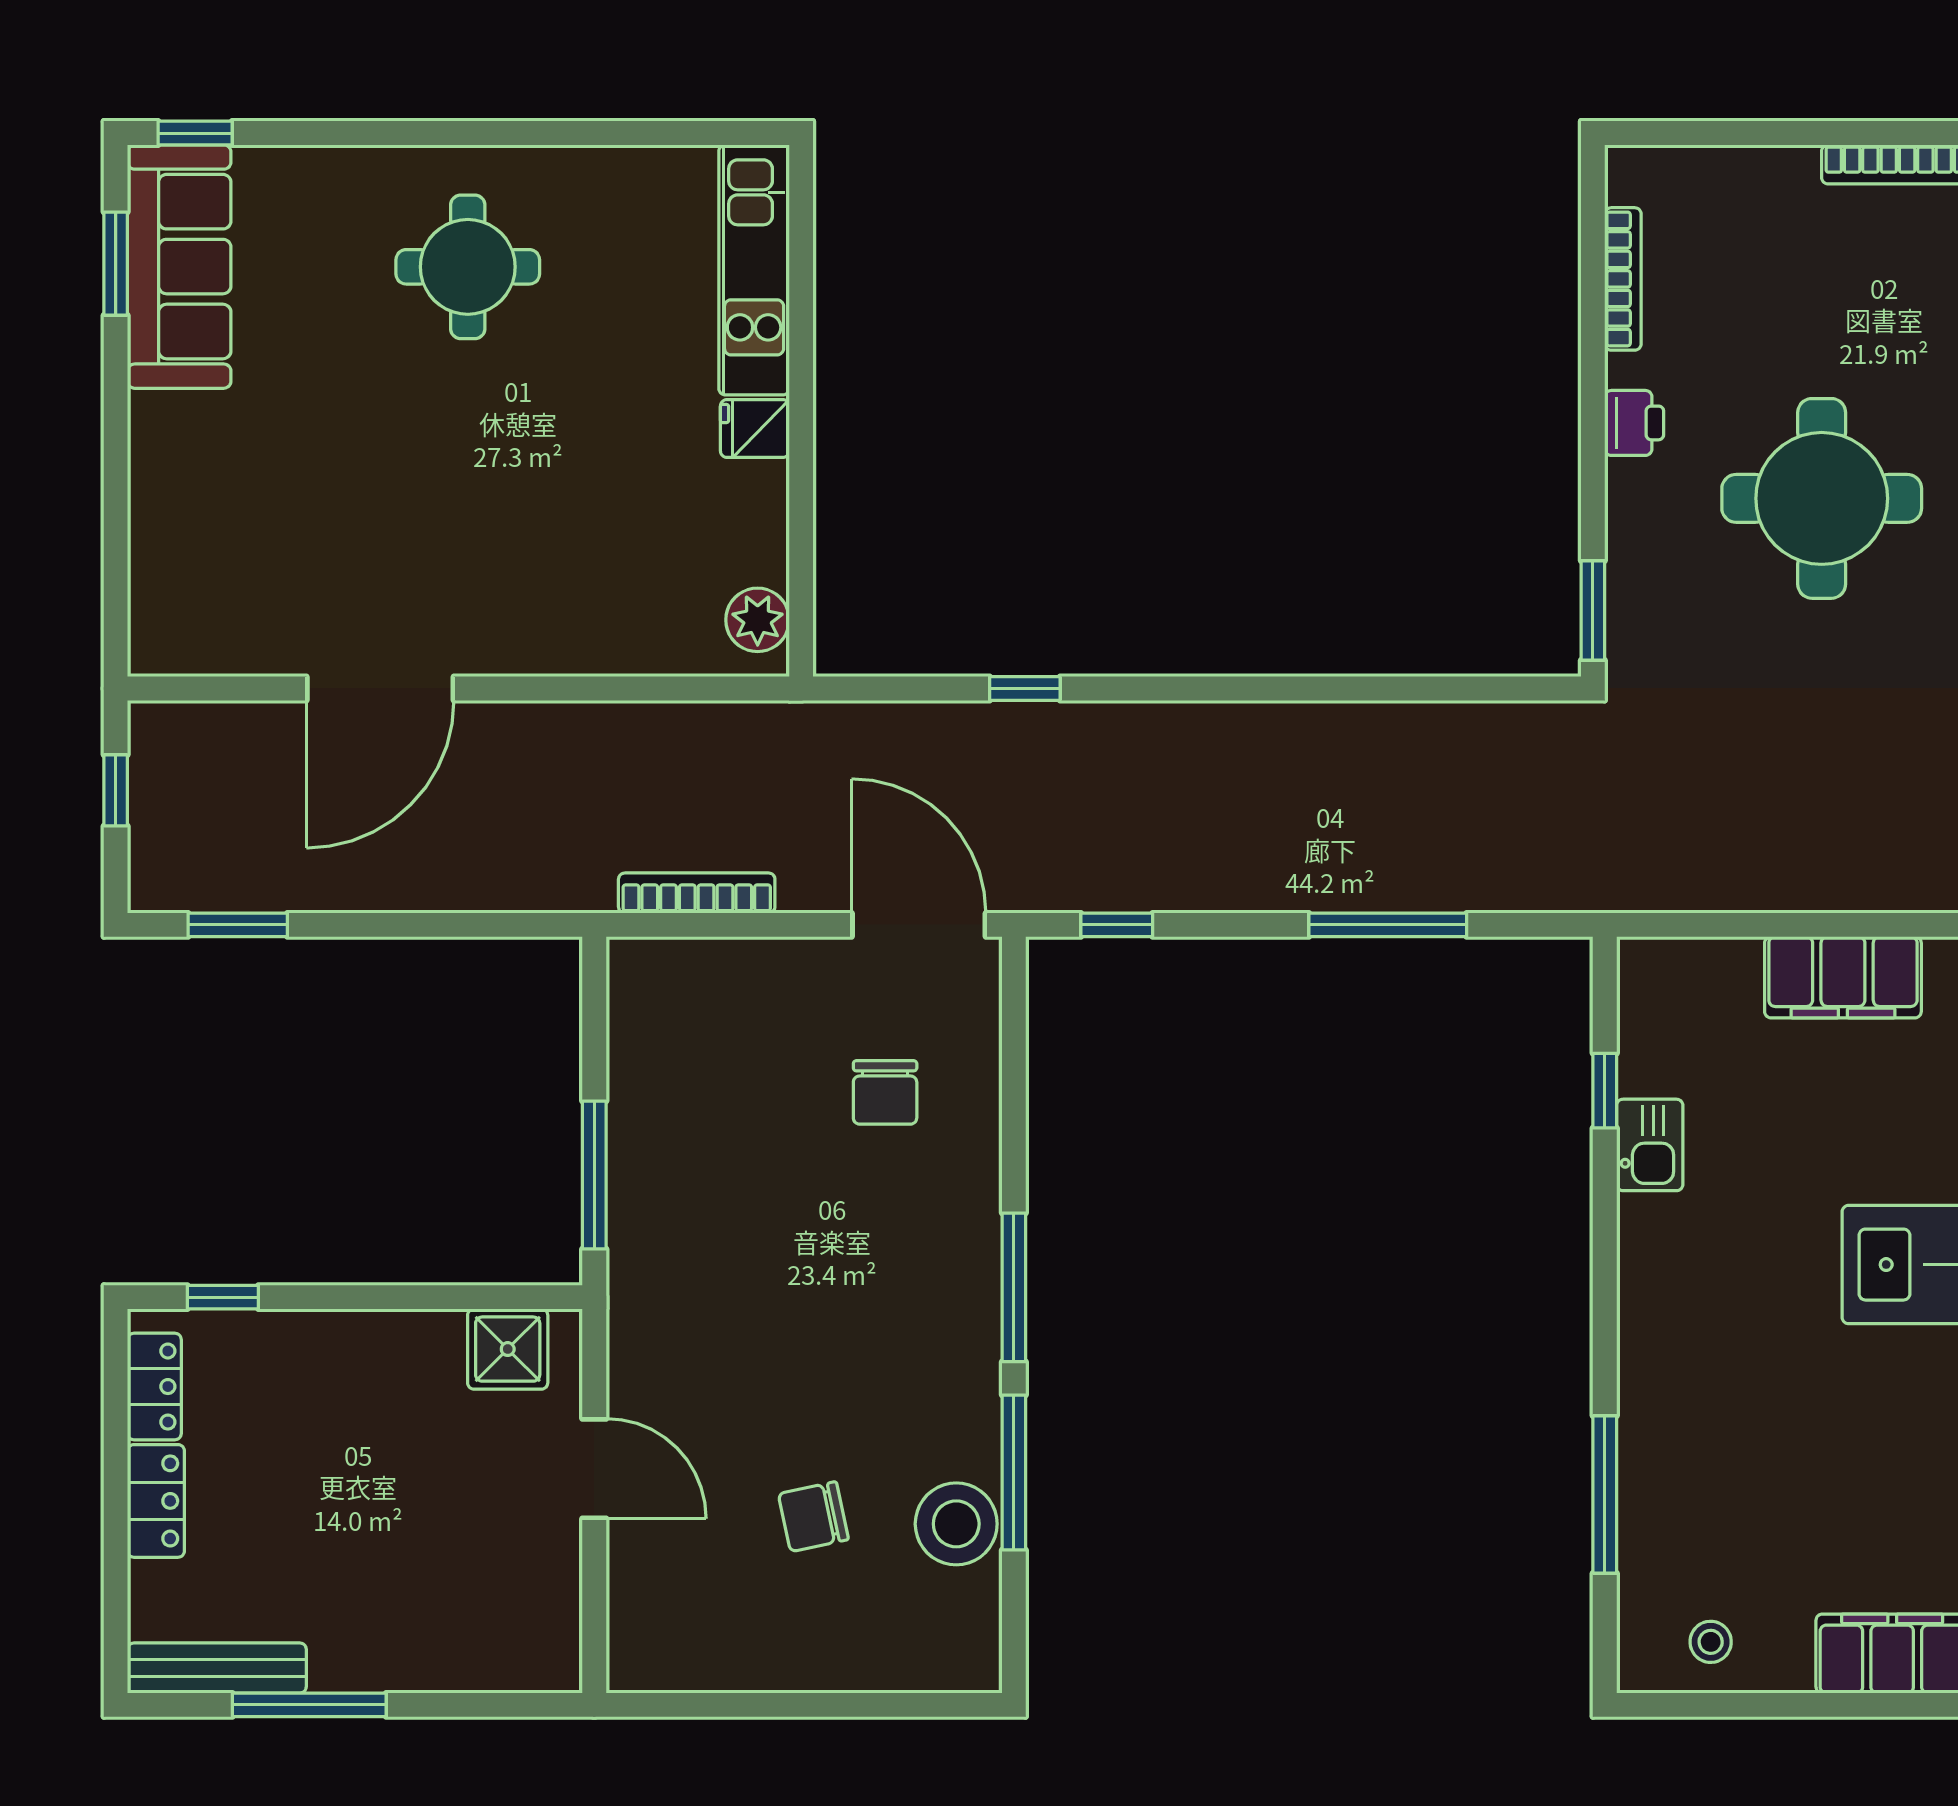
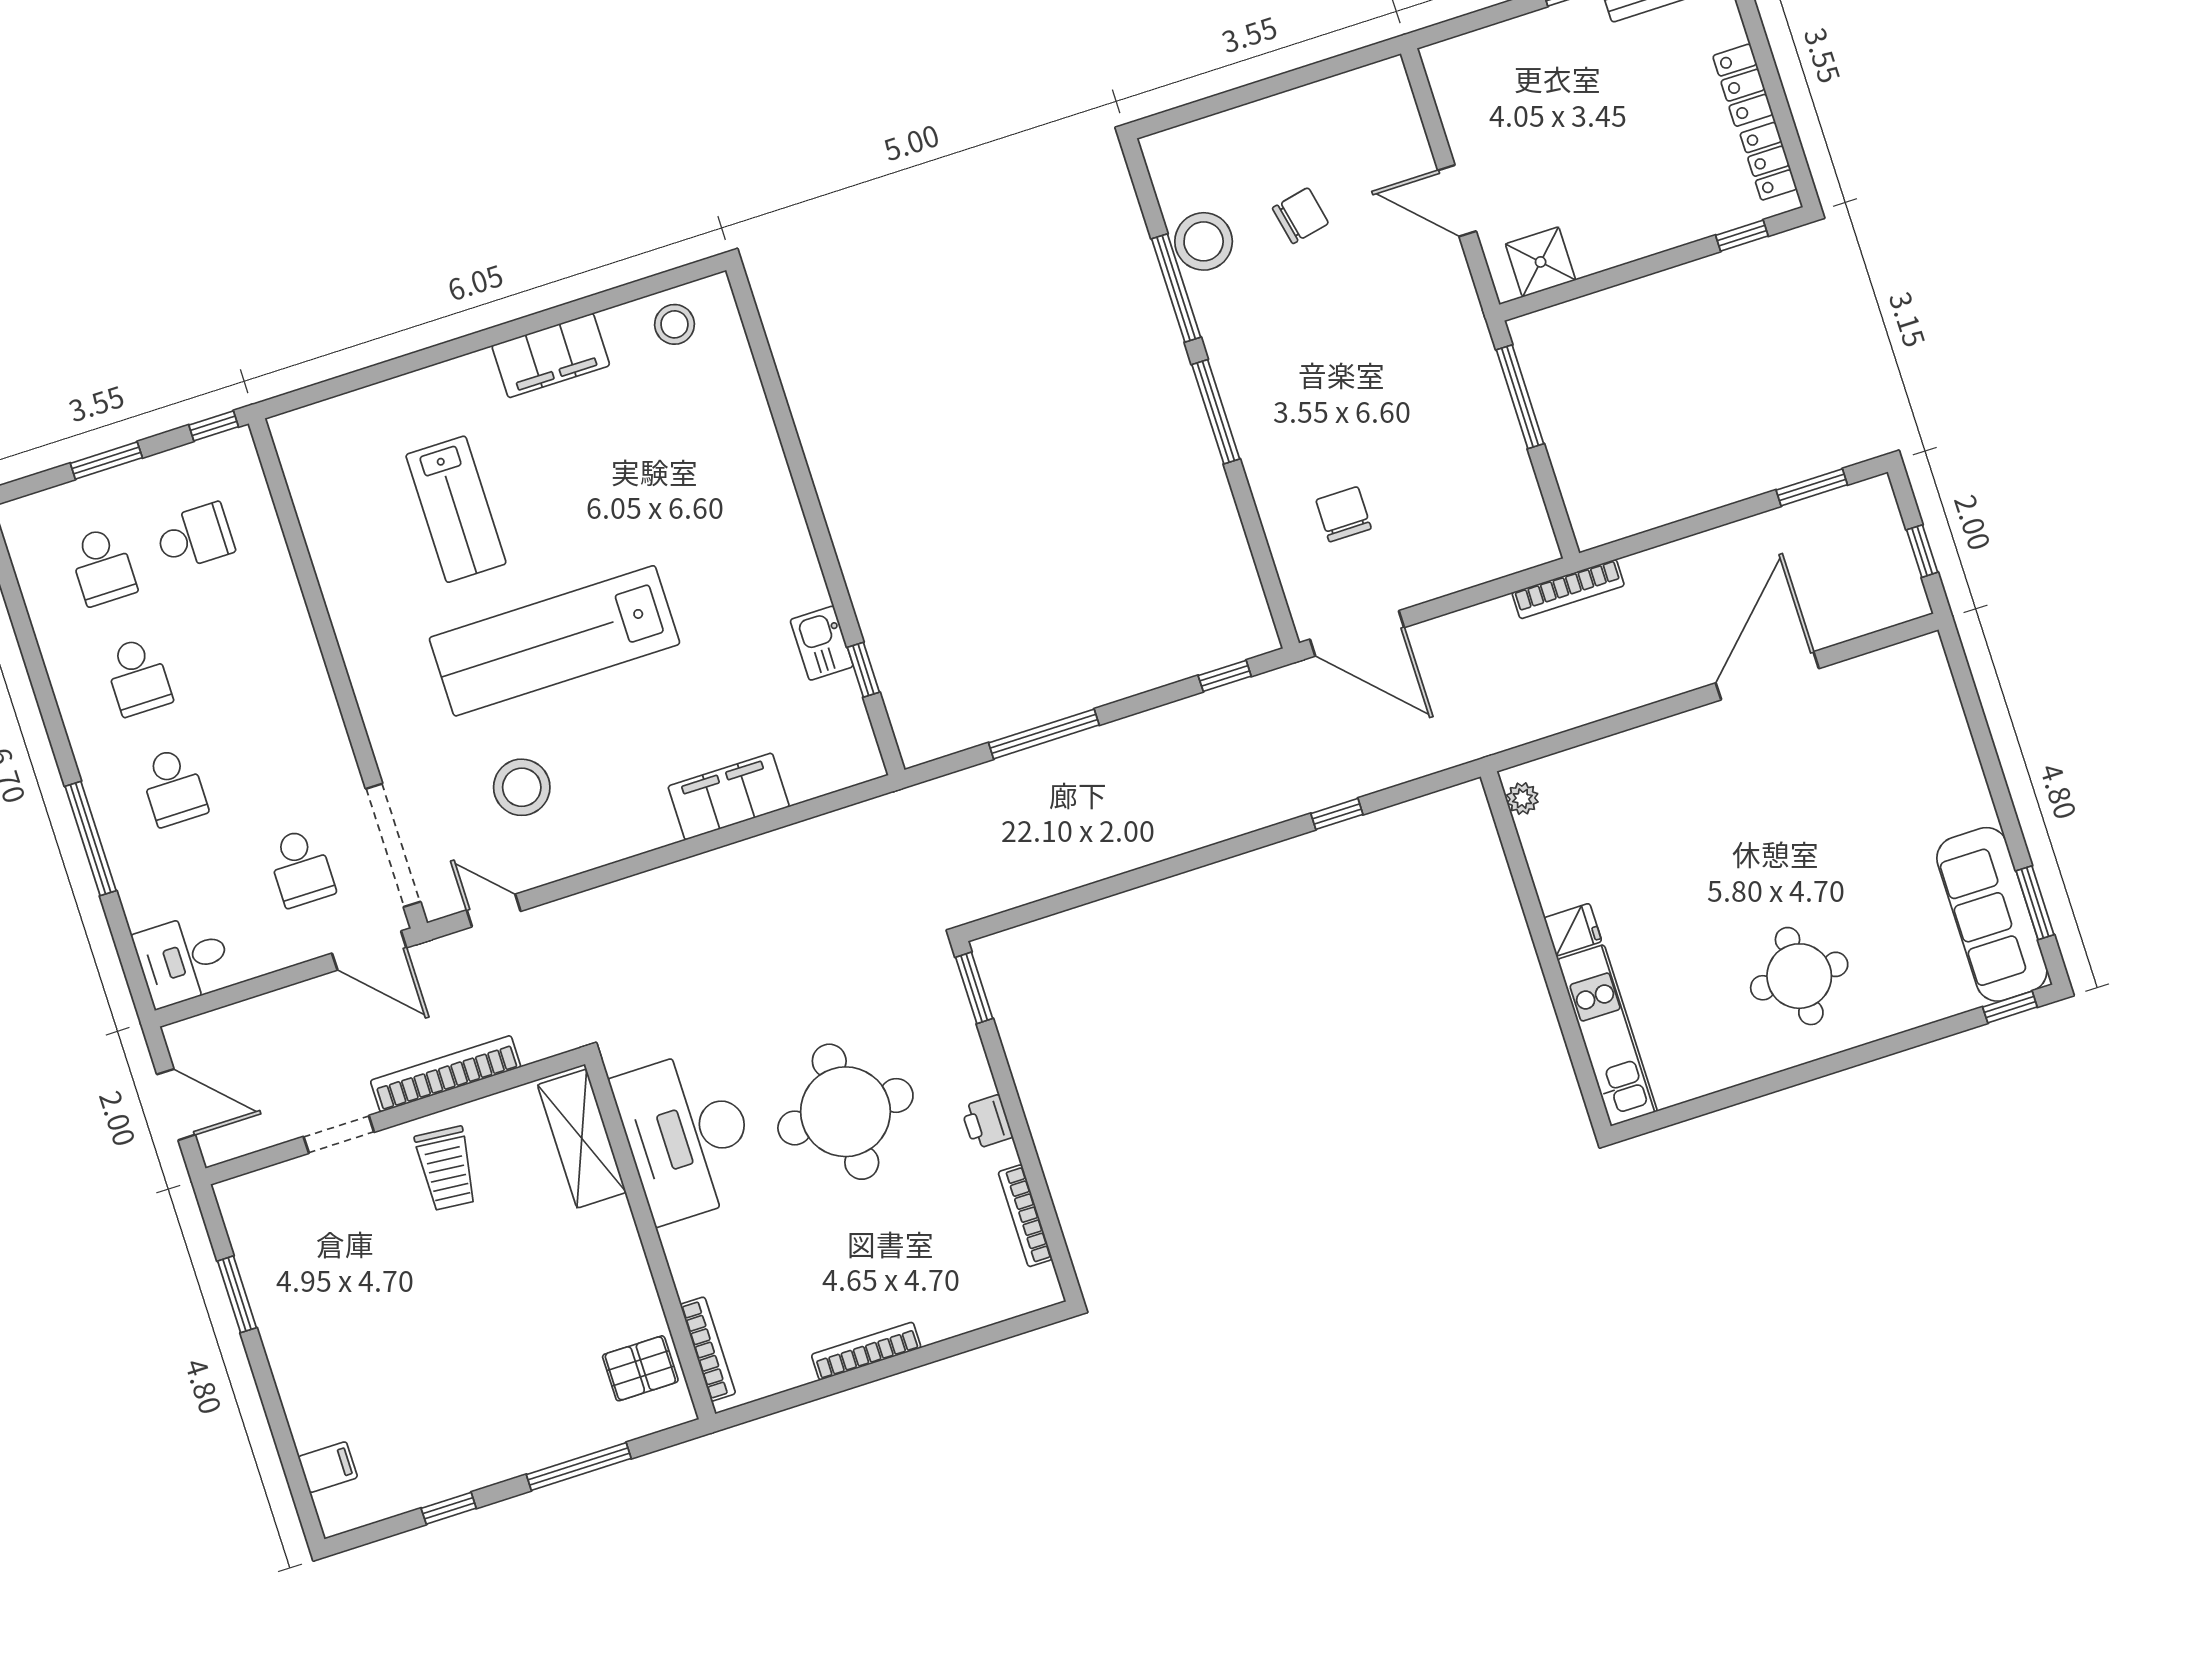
plant: (758, 620) -> (1522, 799), width x0.73, depth x0.73
bookcase: (697, 893) -> (1568, 589), moved
window: (1605, 1494) -> (777, 400), removed
stool: (1711, 1642) -> (674, 324), width x1.37, depth x1.37

